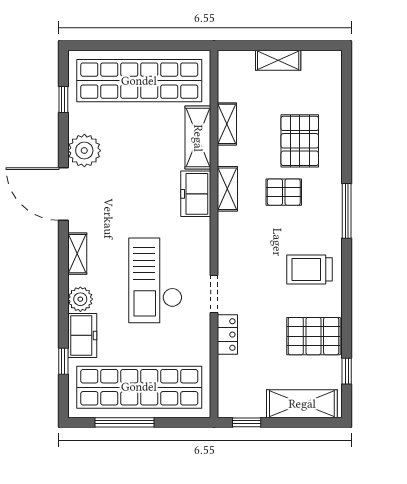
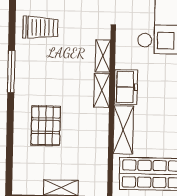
shelving: (227, 124) -> (103, 56), moved
pallet: (284, 192) -> (59, 87), removed

